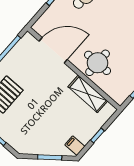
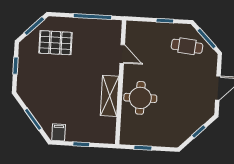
door: (53, 50) -> (122, 54), width x0.53
shelving: (88, 94) -> (110, 96), moved

